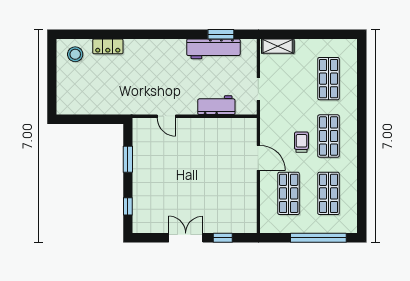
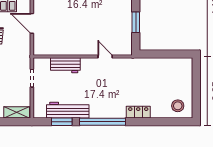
window: (170, 34) -> (103, 122), added
locker: (108, 46) -> (138, 112), moved

